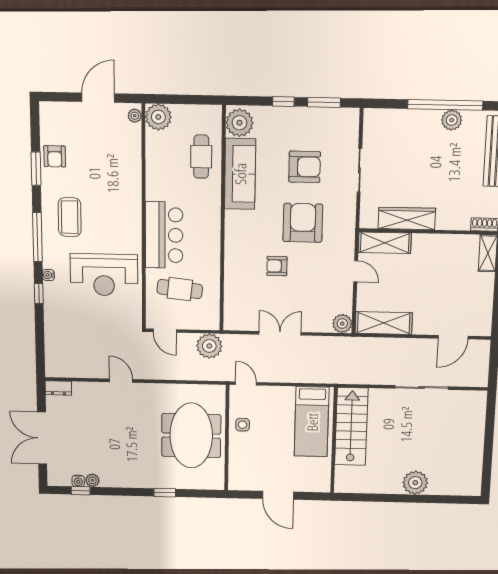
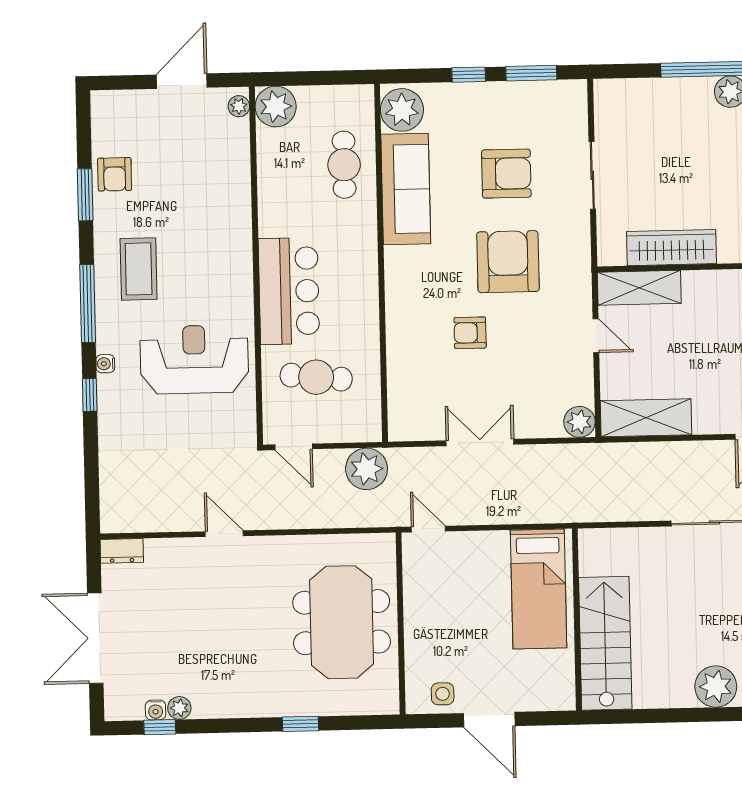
reception desk: (104, 275) -> (194, 359), turned 180
side table: (243, 425) -> (443, 694), moved
stairs: (351, 427) -> (605, 643), moved

